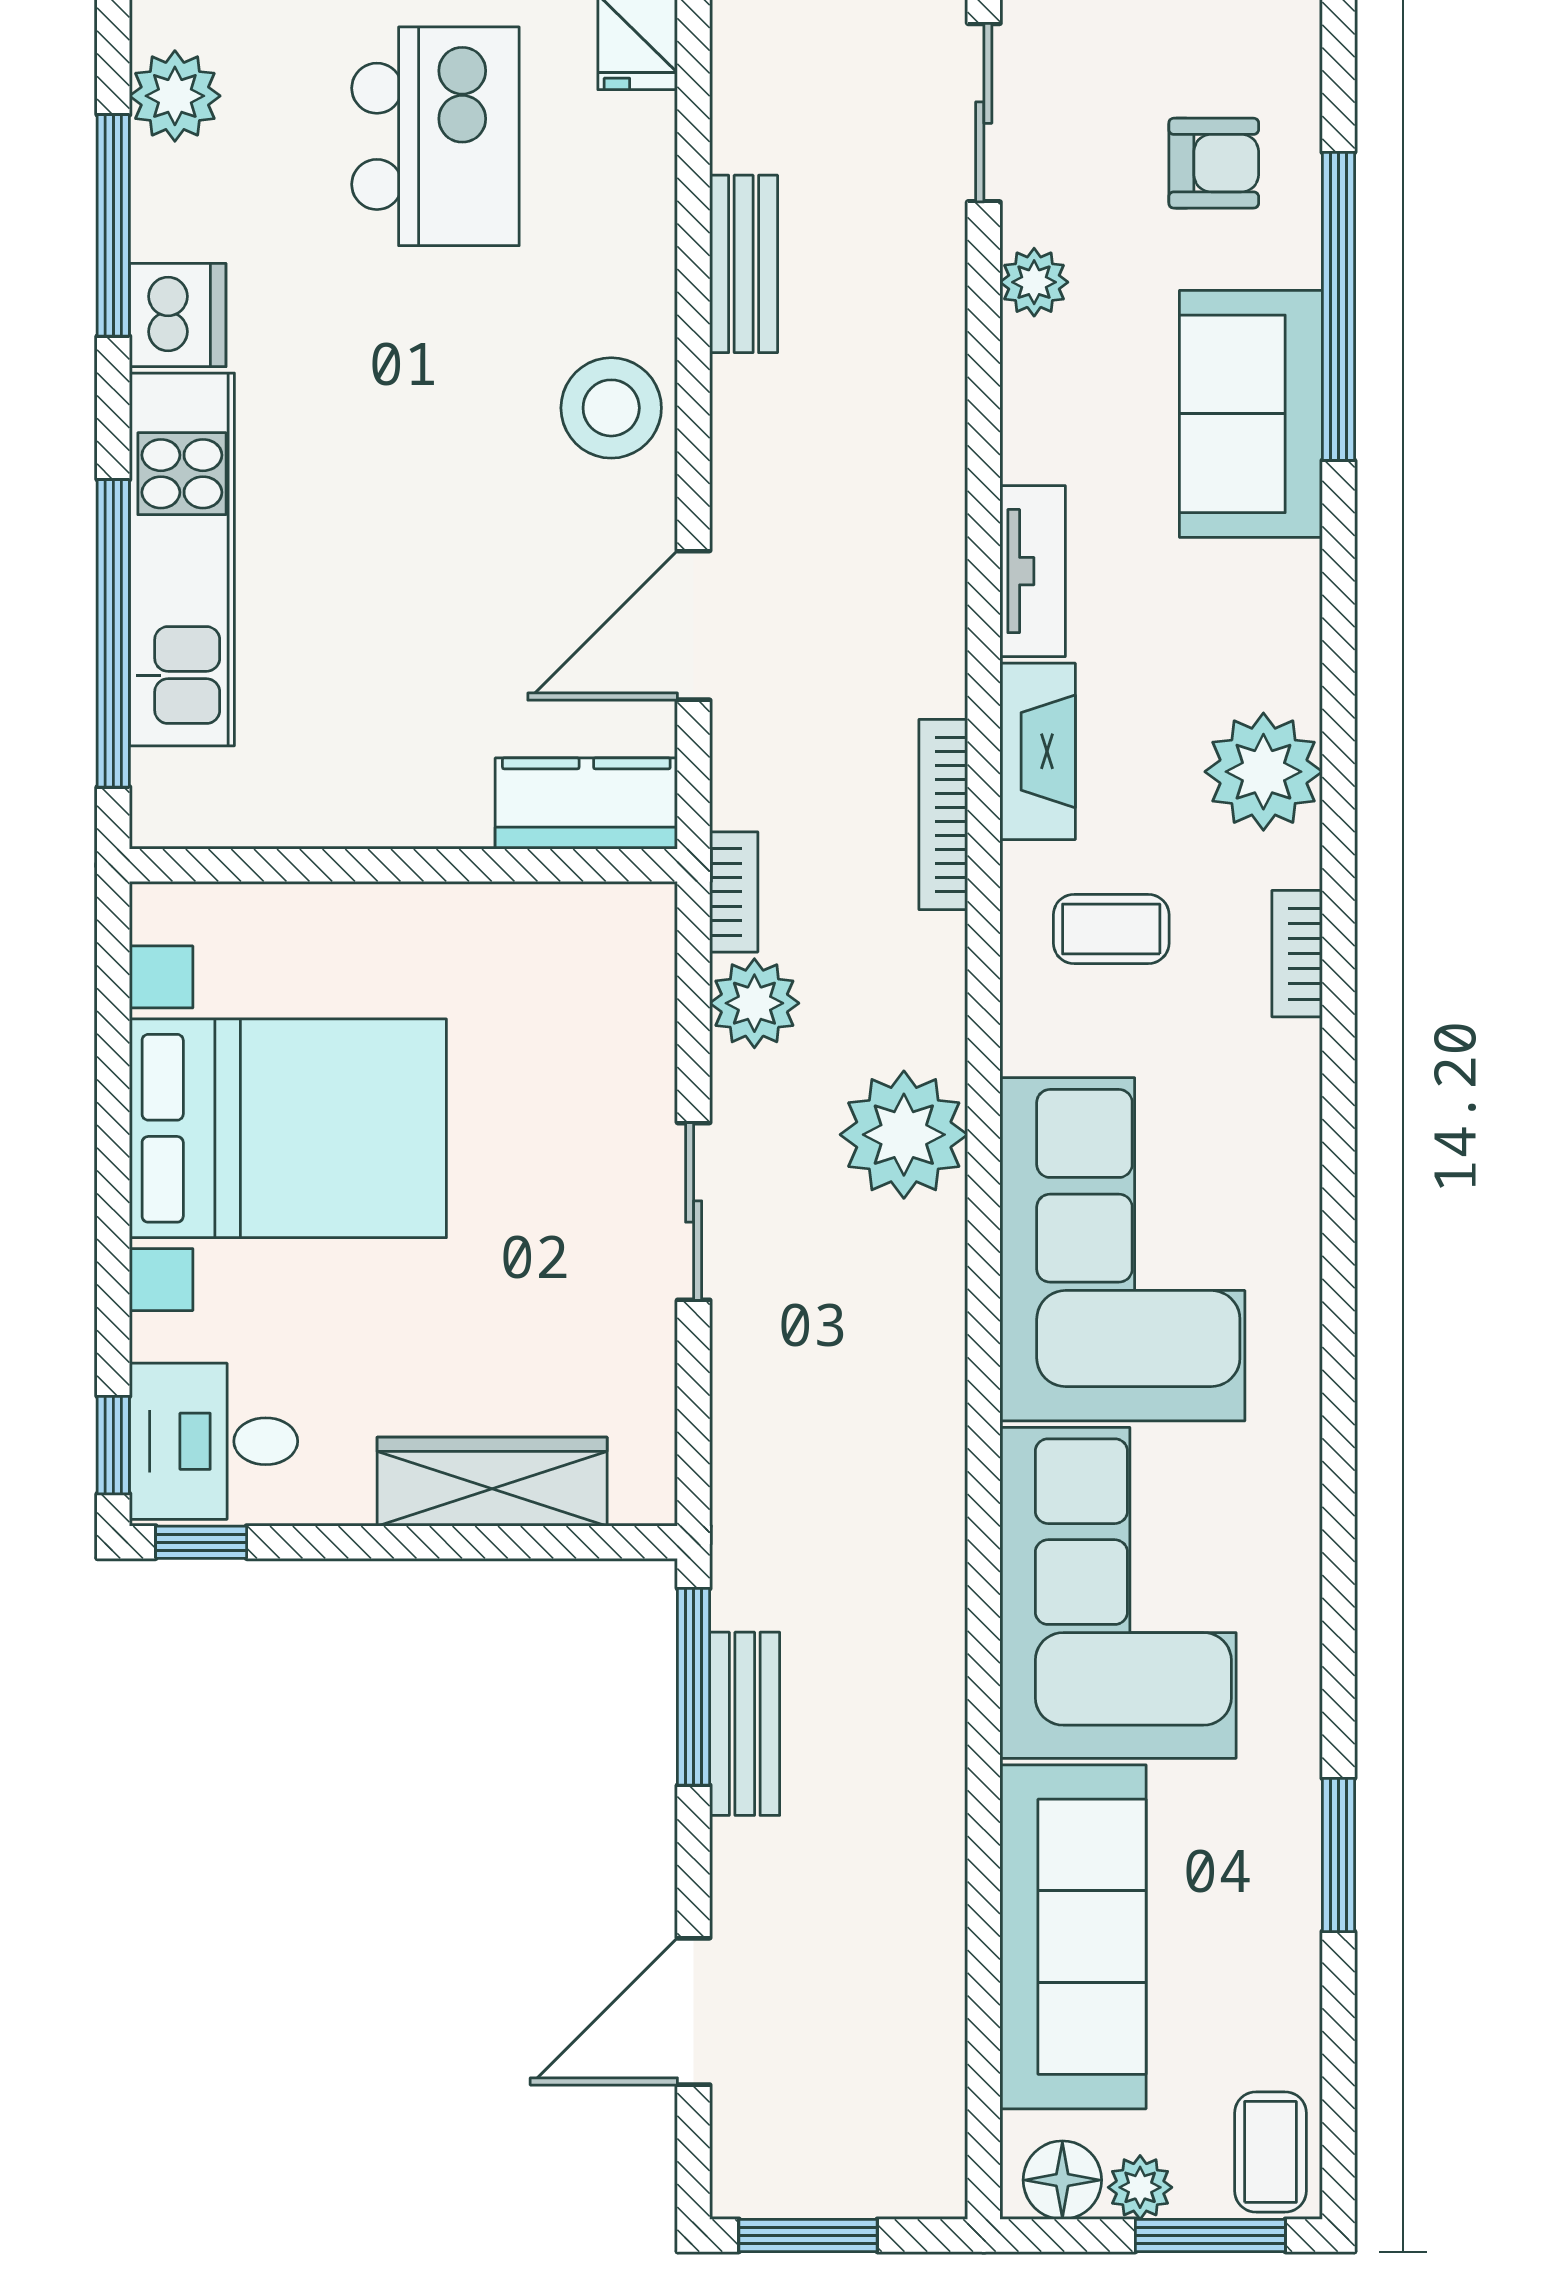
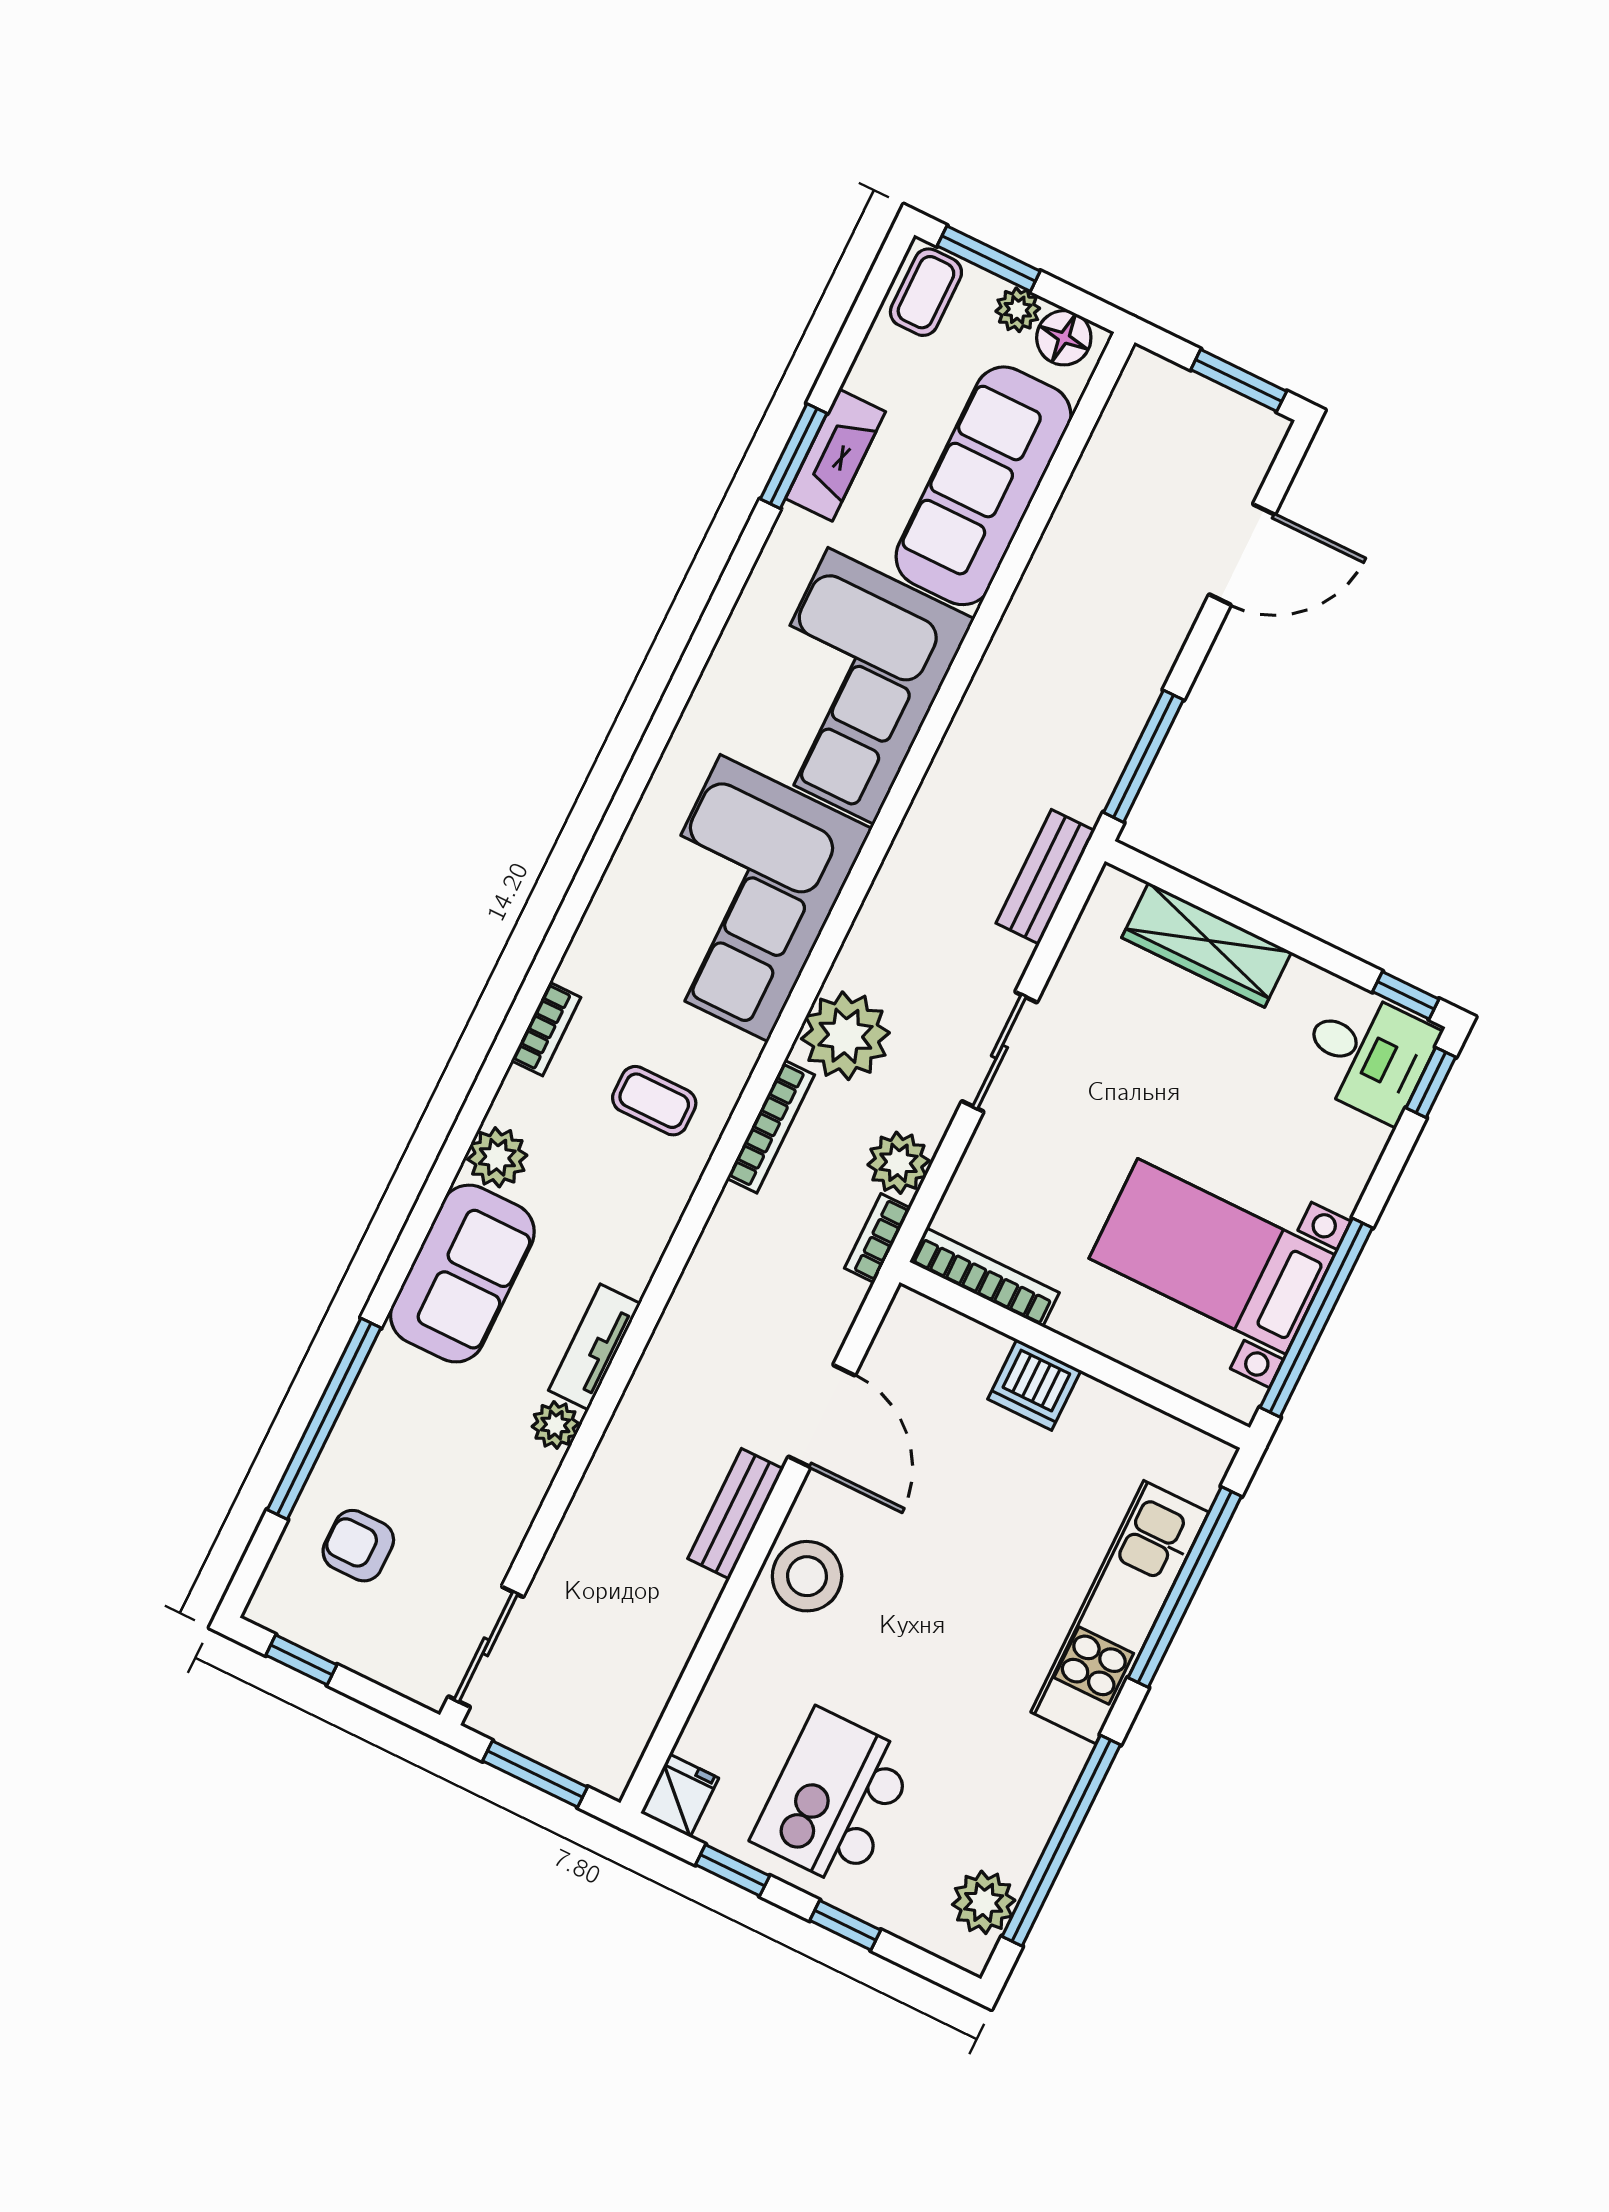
window: (113, 225) -> (1061, 1841), width x1.46
bench: (744, 264) -> (736, 1514), moved
plant: (1034, 282) -> (555, 1425), moved
dishwasher: (178, 315) -> (1034, 1385), moved, turned -90
sofa: (1251, 414) -> (462, 1274), moved
door: (694, 625) -> (822, 1416), hinge flipped
fireplace: (1038, 751) -> (836, 455), moved, turned 180
plant: (1263, 772) -> (497, 1157), width x0.73, depth x0.73
kitchen counter: (586, 803) -> (942, 1338), removed
bookcase: (943, 815) -> (771, 1127), moved
bookcase: (570, 909) -> (984, 1277), added
window: (113, 1067) -> (1316, 1318), added
bed with nightstands: (288, 1128) -> (1212, 1256), width x0.73
bench: (745, 1724) -> (1045, 877), moved

